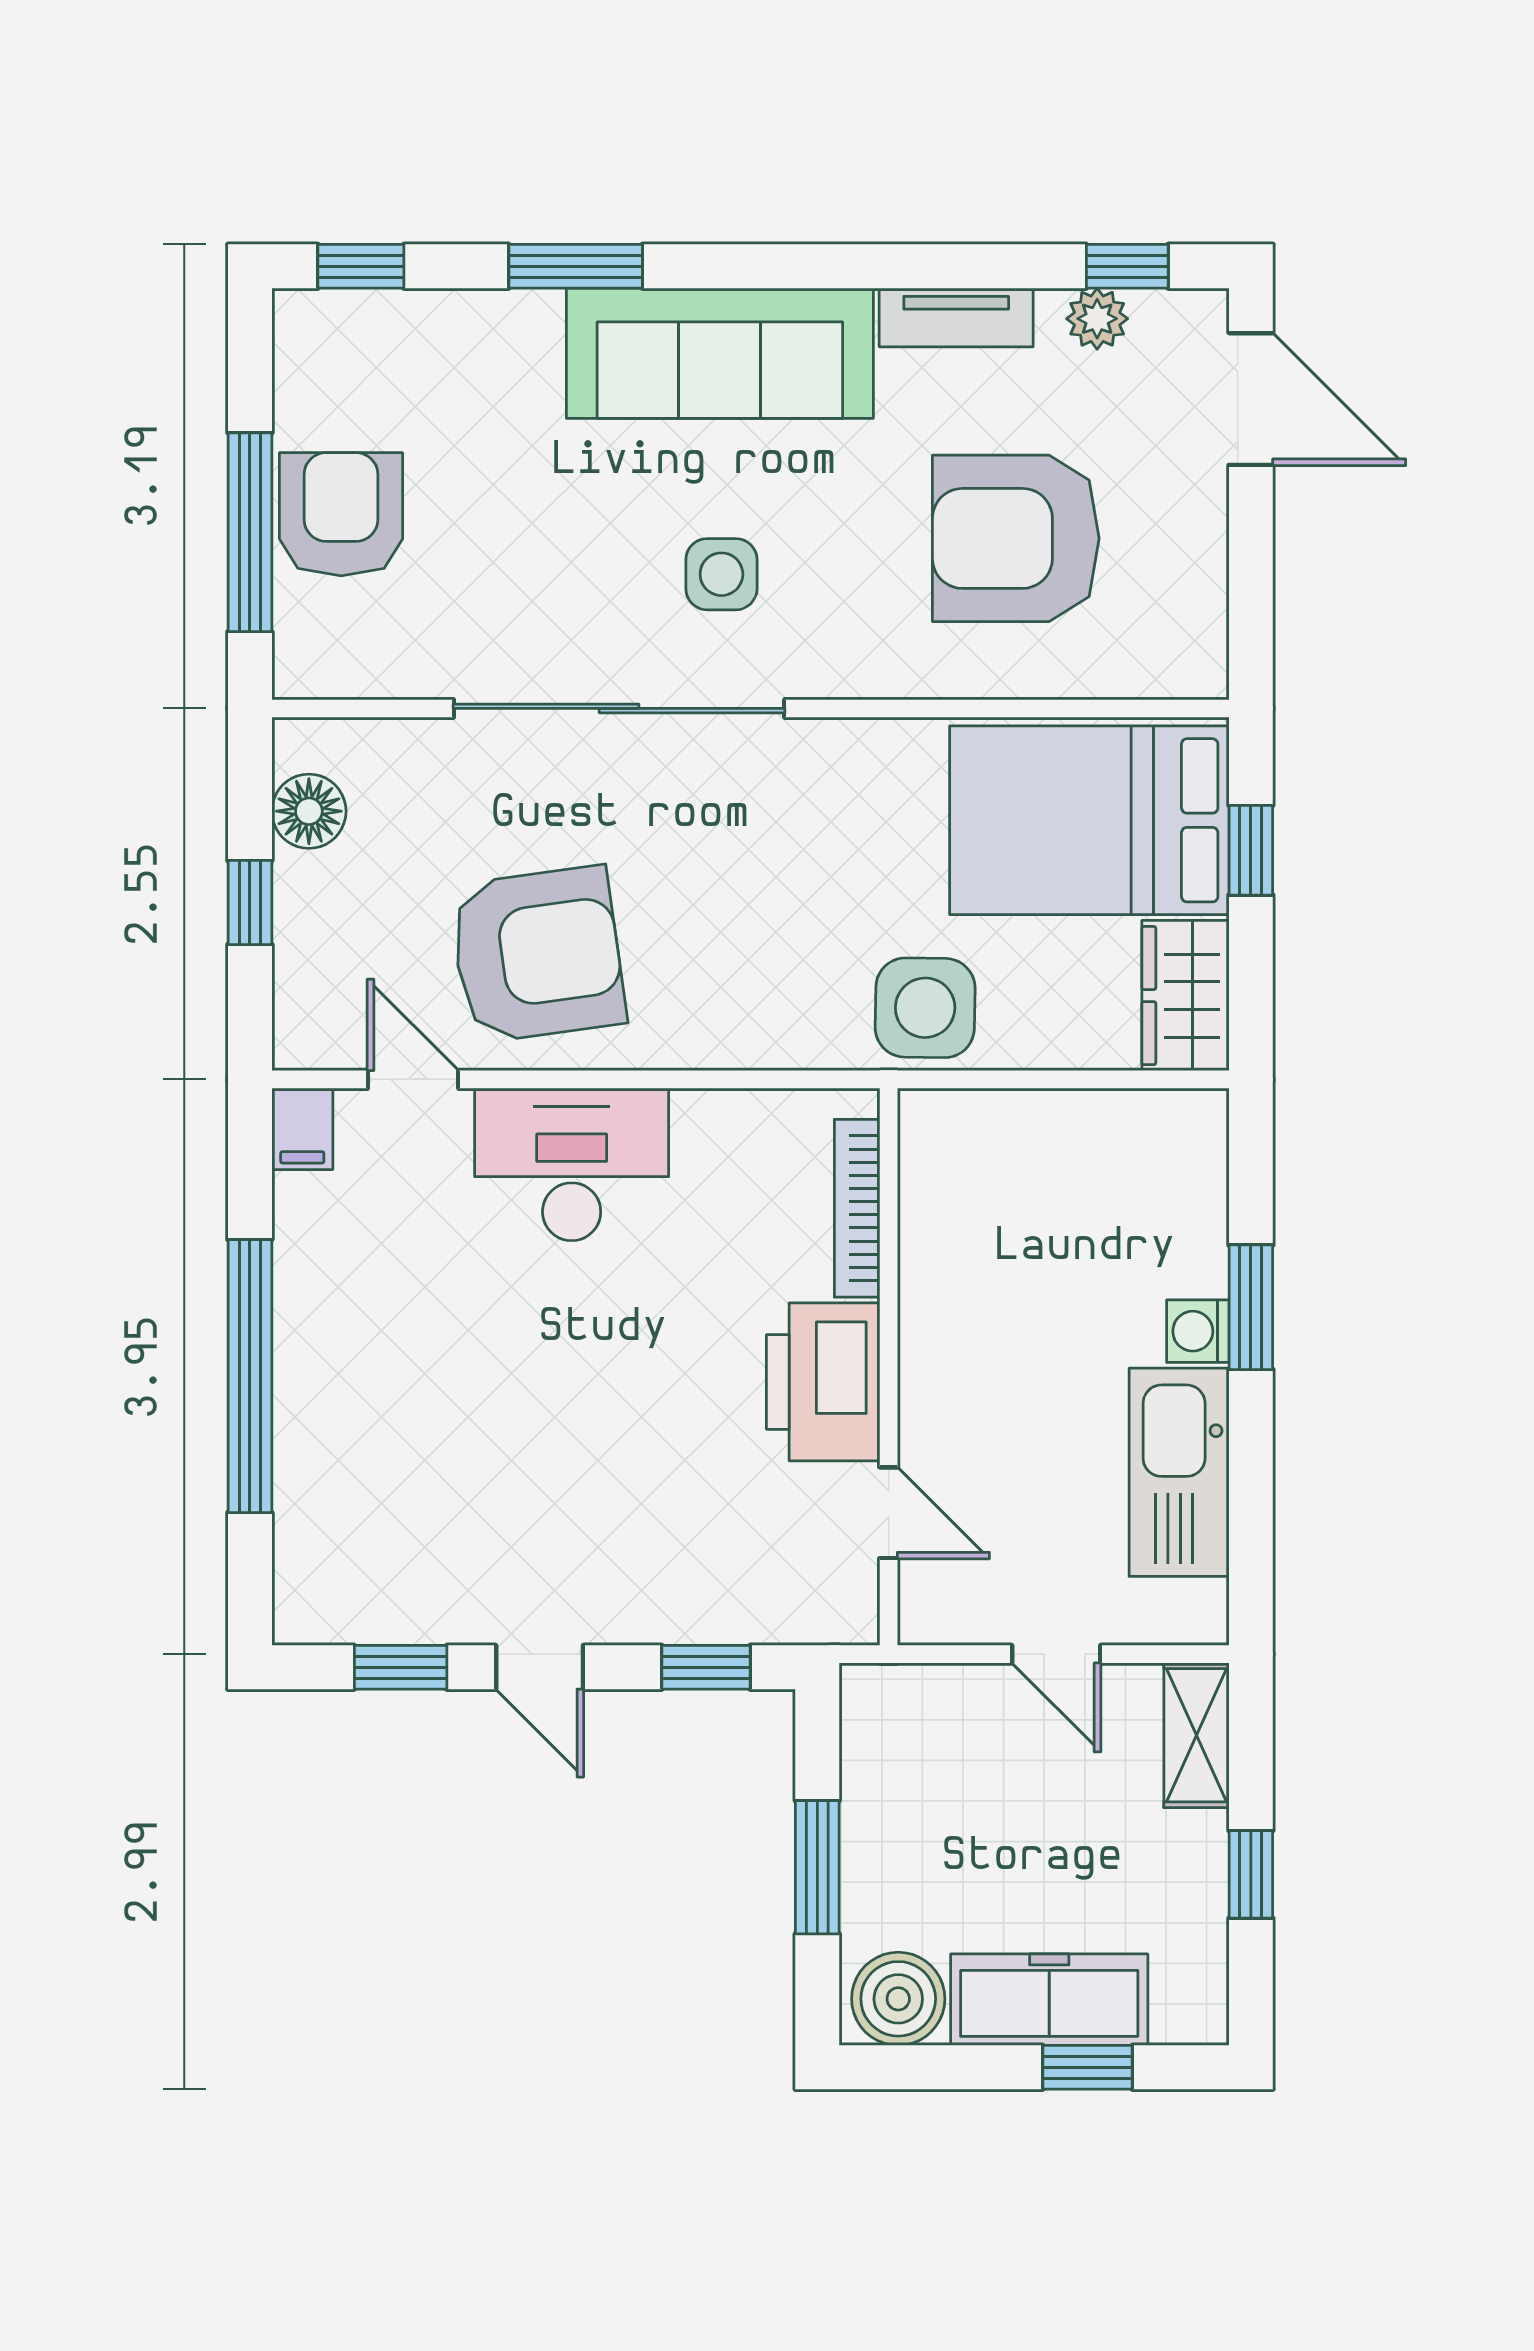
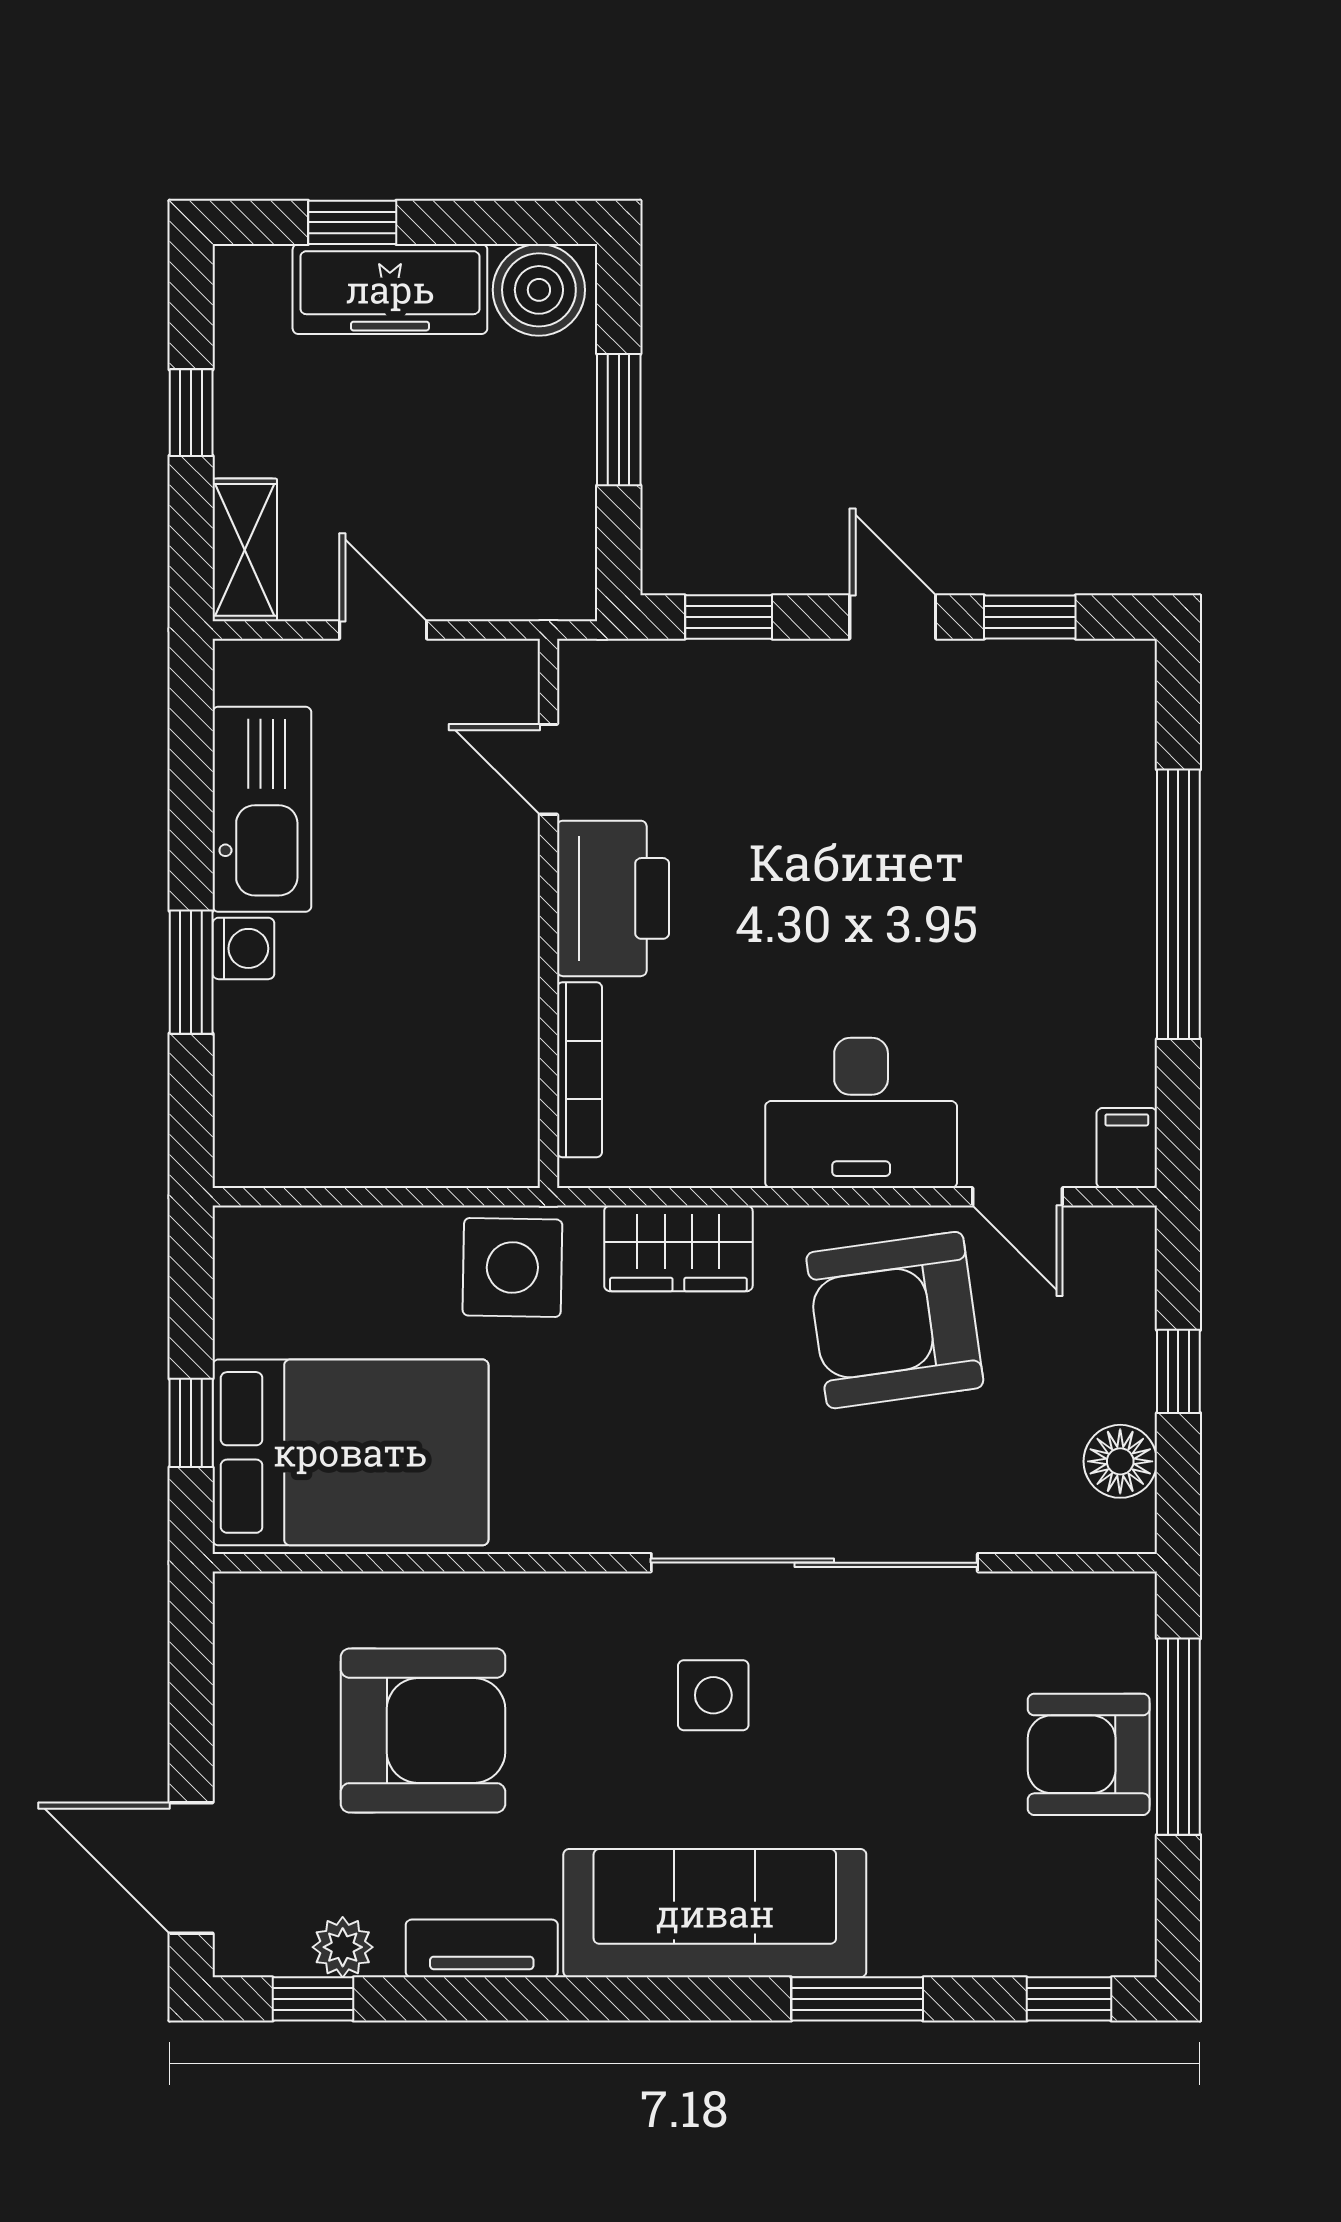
armchair: (341, 514) -> (1089, 1754), turned 90
wardrobe: (1185, 996) -> (678, 1248), moved, turned 90

